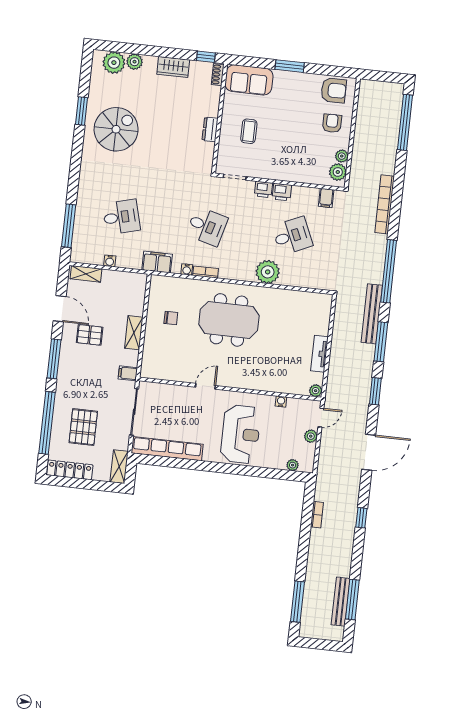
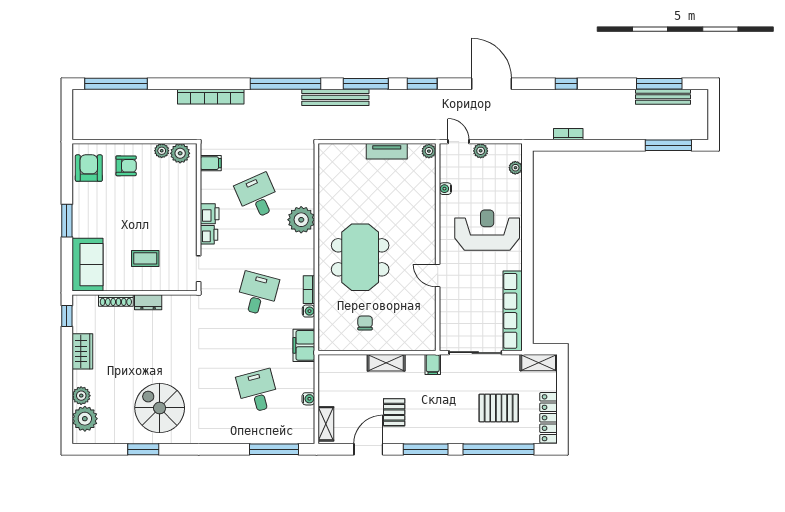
shoe rack: (218, 75) -> (116, 300), moved, width x1.43
armchair: (332, 123) -> (126, 166), turned 180

